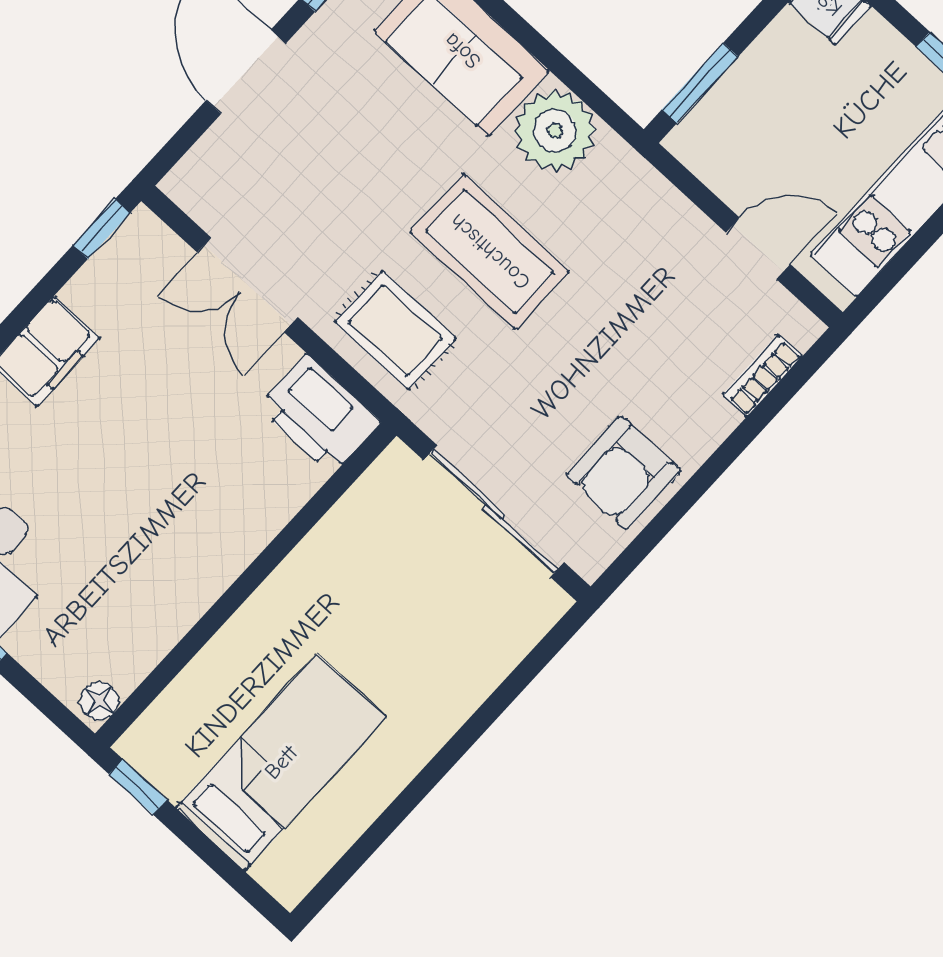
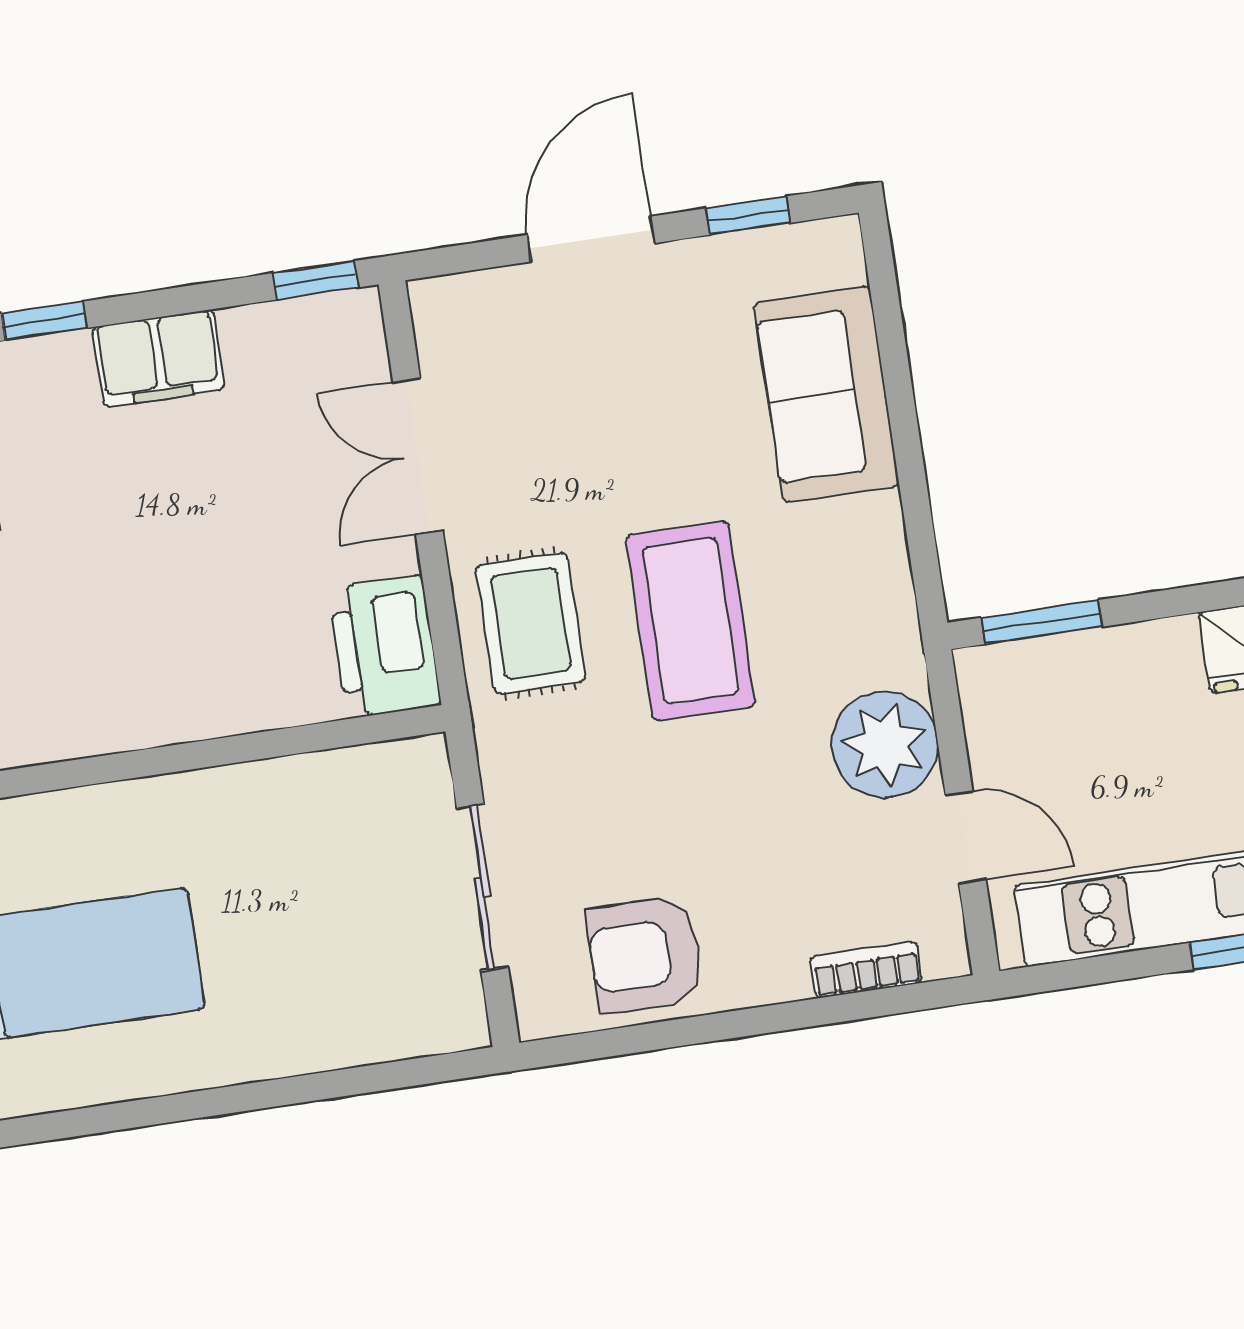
plant: (555, 131) -> (885, 745), moved
sliding door: (494, 511) -> (482, 887), width x0.73

